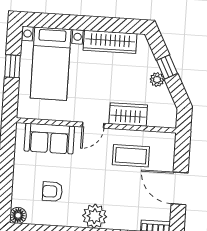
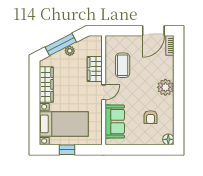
window: (167, 67) -> (61, 45), width x2.17
door: (93, 125) -> (104, 92), hinge flipped
door: (180, 188) -> (153, 31), moved

